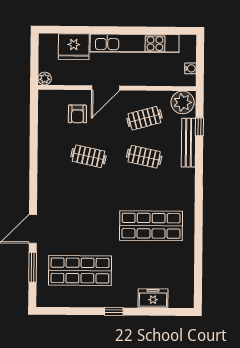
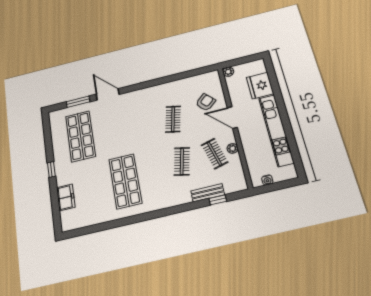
plant: (183, 102) -> (233, 148), moved, width x0.53, depth x0.53
armchair: (77, 114) -> (206, 102), turned 138
bench: (188, 143) -> (208, 193), width x0.73

